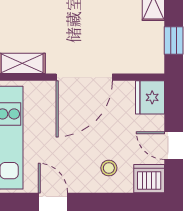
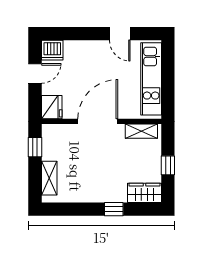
door: (174, 146) -> (35, 73), hinge flipped
stool: (109, 168) -> (80, 58), removed

